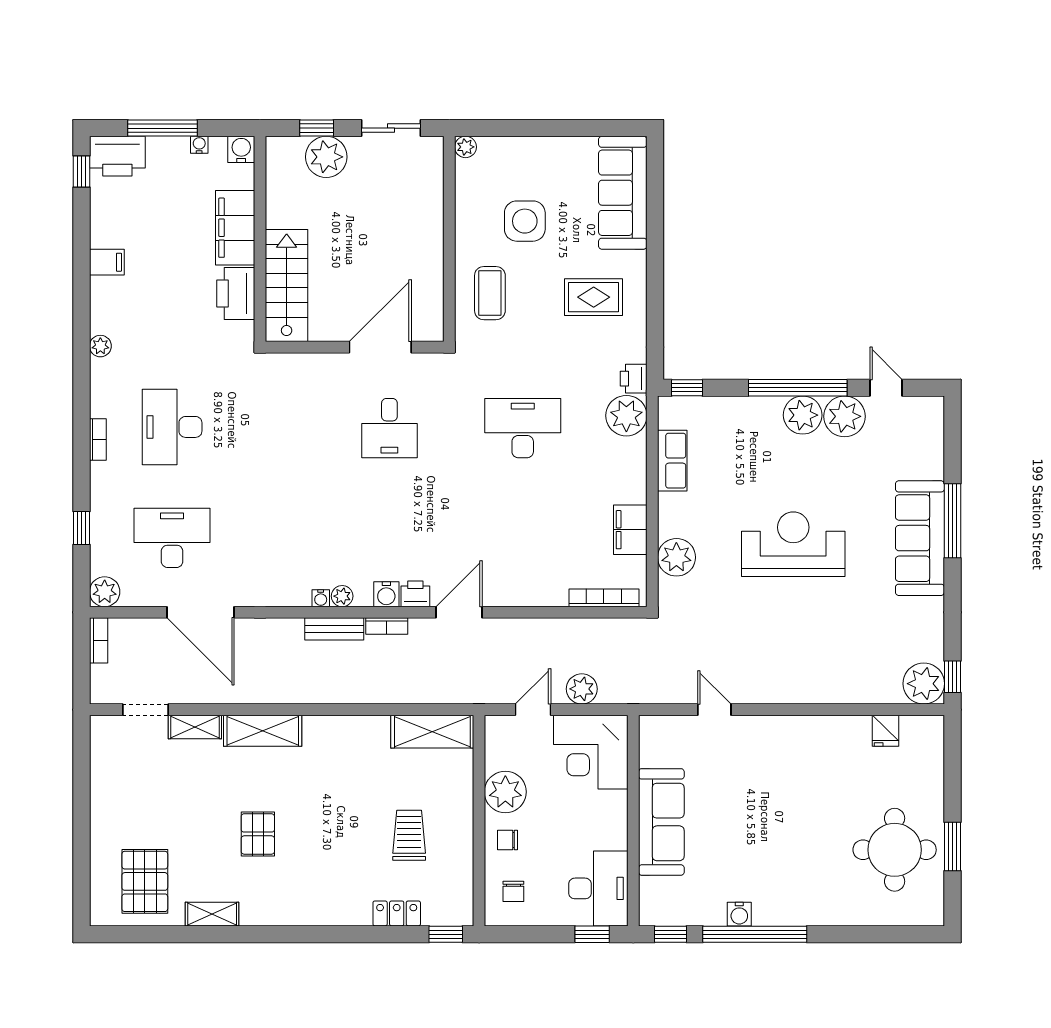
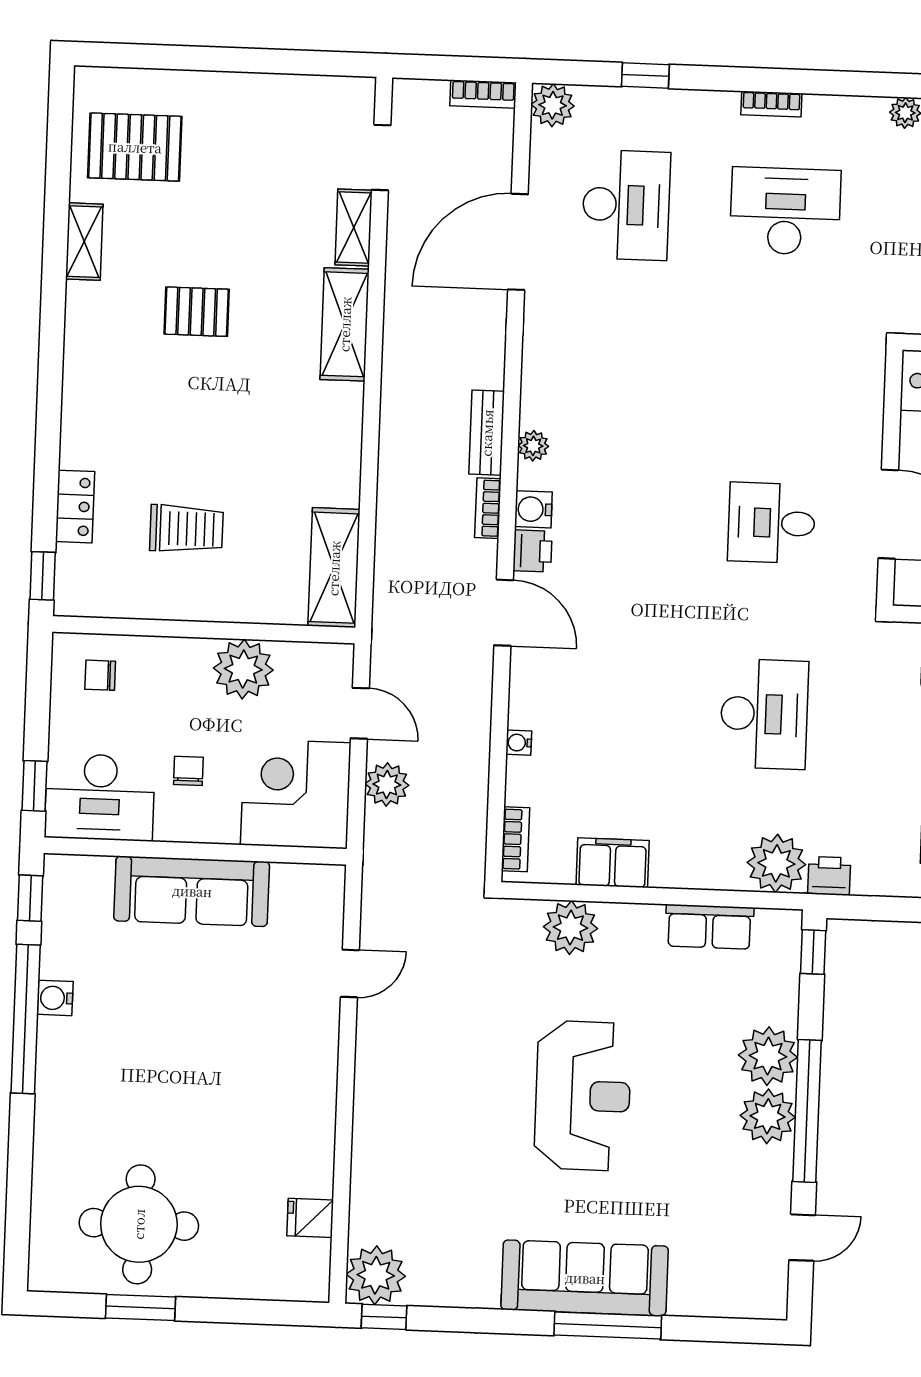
plant: (845, 416) -> (768, 1056), moved
water cooler: (321, 598) -> (519, 743), moved
bookcase: (604, 598) -> (516, 839), width x0.64
chair: (508, 840) -> (188, 771), moved

